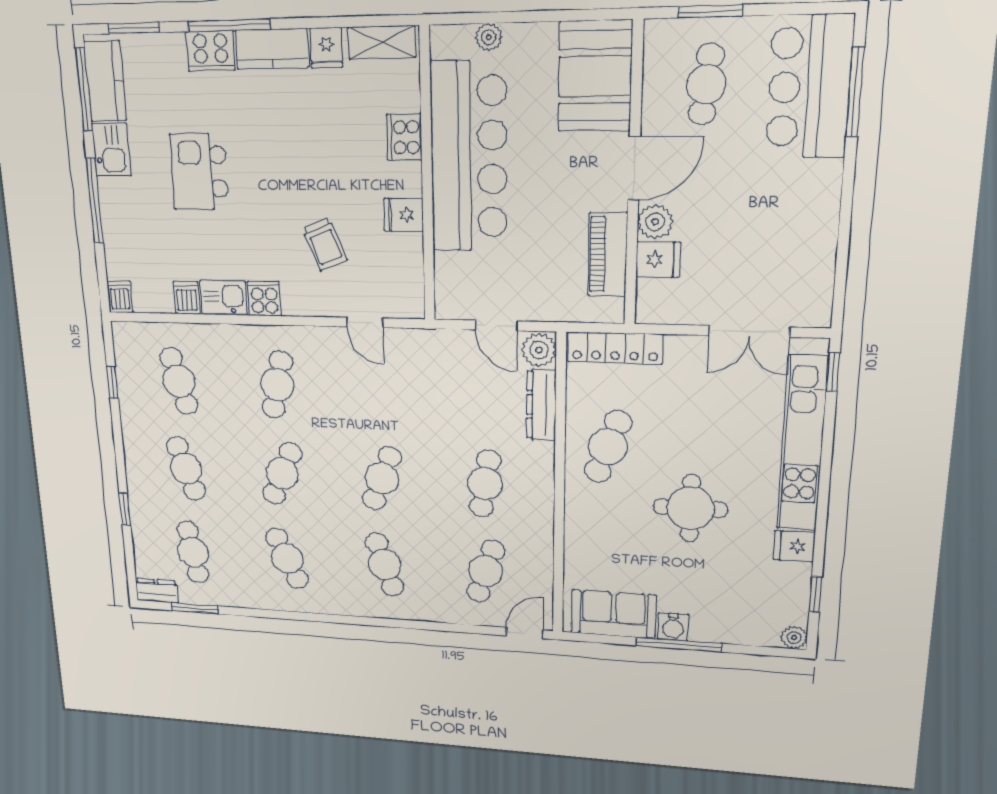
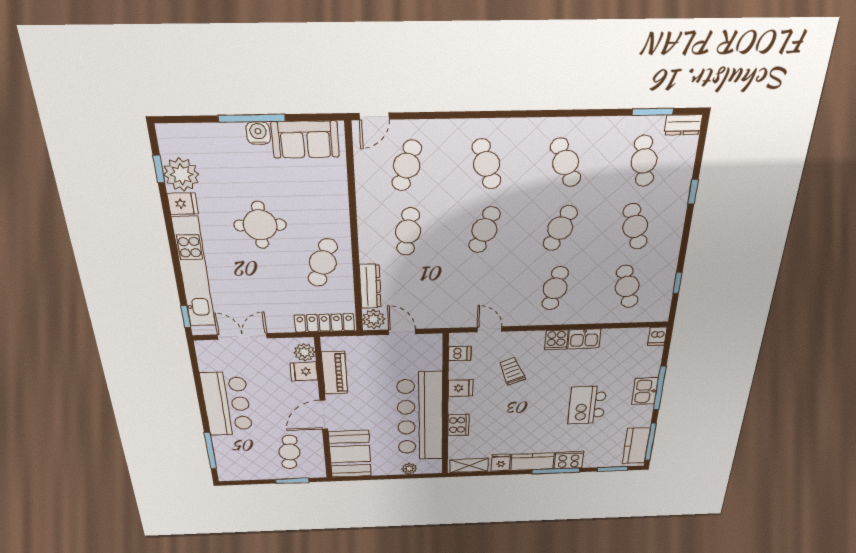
bar counter: (809, 87) -> (227, 404), moved
kitchen sink: (111, 150) -> (645, 391), moved
kitchen island: (199, 172) -> (587, 405), turned 180
plant: (655, 222) -> (304, 352), moved
dishwasher: (187, 298) -> (460, 354), moved, turned -90
plant: (794, 638) -> (181, 174), moved, width x1.87, depth x1.87

